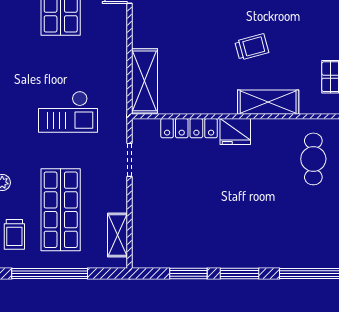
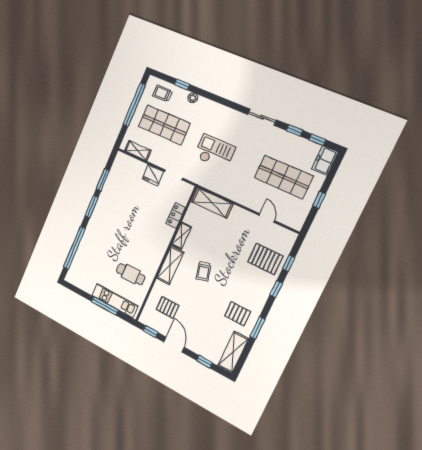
shelving: (215, 105) -> (182, 236), added
checkout: (68, 112) -> (215, 152), turned 90
locker: (189, 128) -> (176, 216), width x0.66
fridge: (235, 132) -> (153, 175), moved, turned -90

